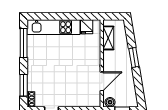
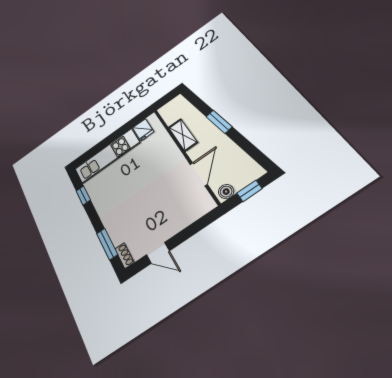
shelving: (108, 38) -> (183, 135), moved
window: (24, 43) -> (83, 195), width x0.46

